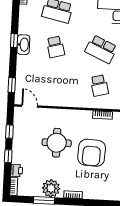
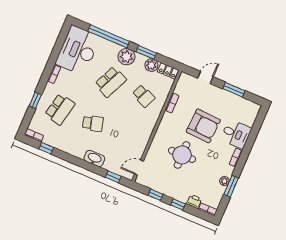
window: (14, 41) -> (46, 148), moved
washbasin: (23, 45) -> (94, 159), moved
school desk: (99, 86) -> (144, 96), turned 39
desk: (95, 187) -> (236, 134), added
plant: (51, 188) -> (224, 181), width x0.53, depth x0.53

